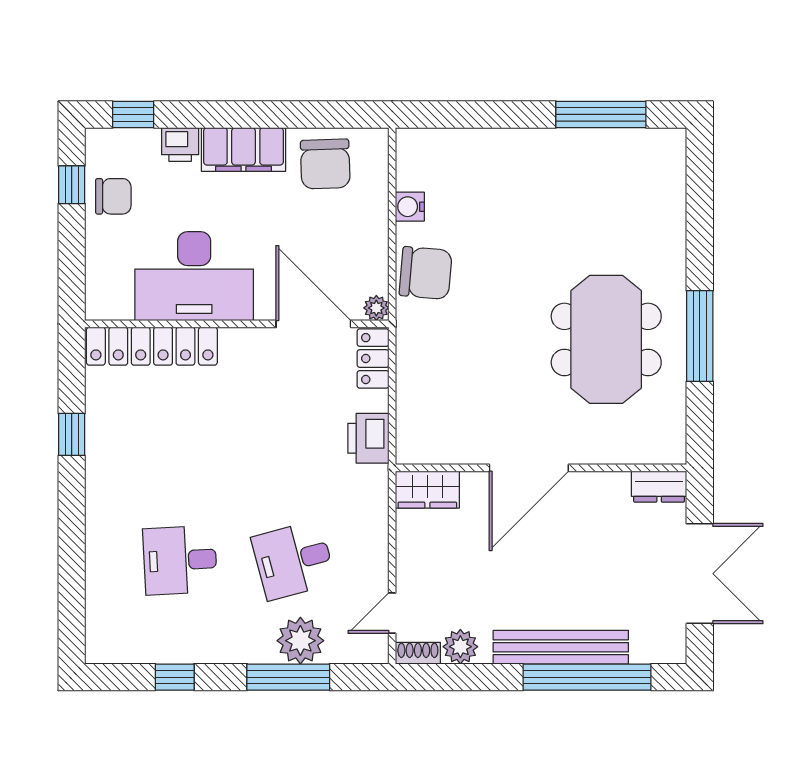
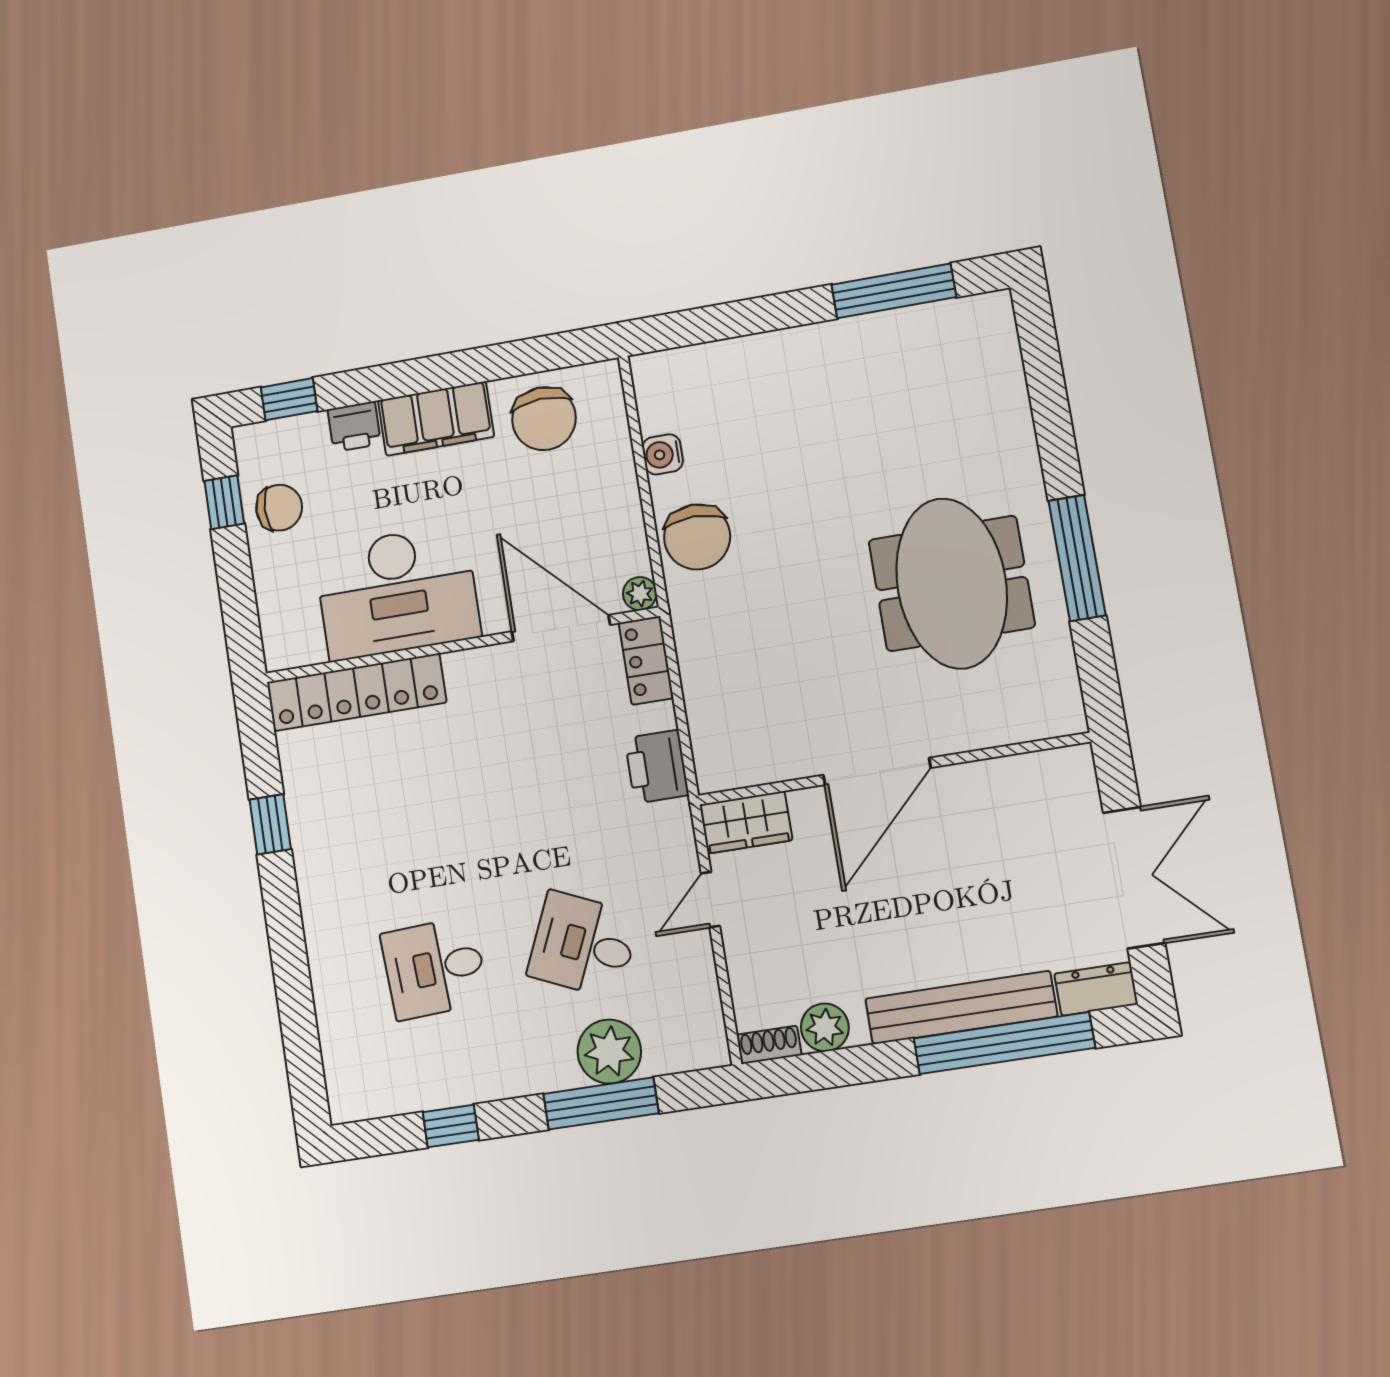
chair: (426, 273) -> (697, 537), turned 85
dresser: (659, 487) -> (1096, 989), moved, turned 180
desk: (294, 560) -> (583, 945), turned 39
door: (392, 613) -> (710, 900), moved

